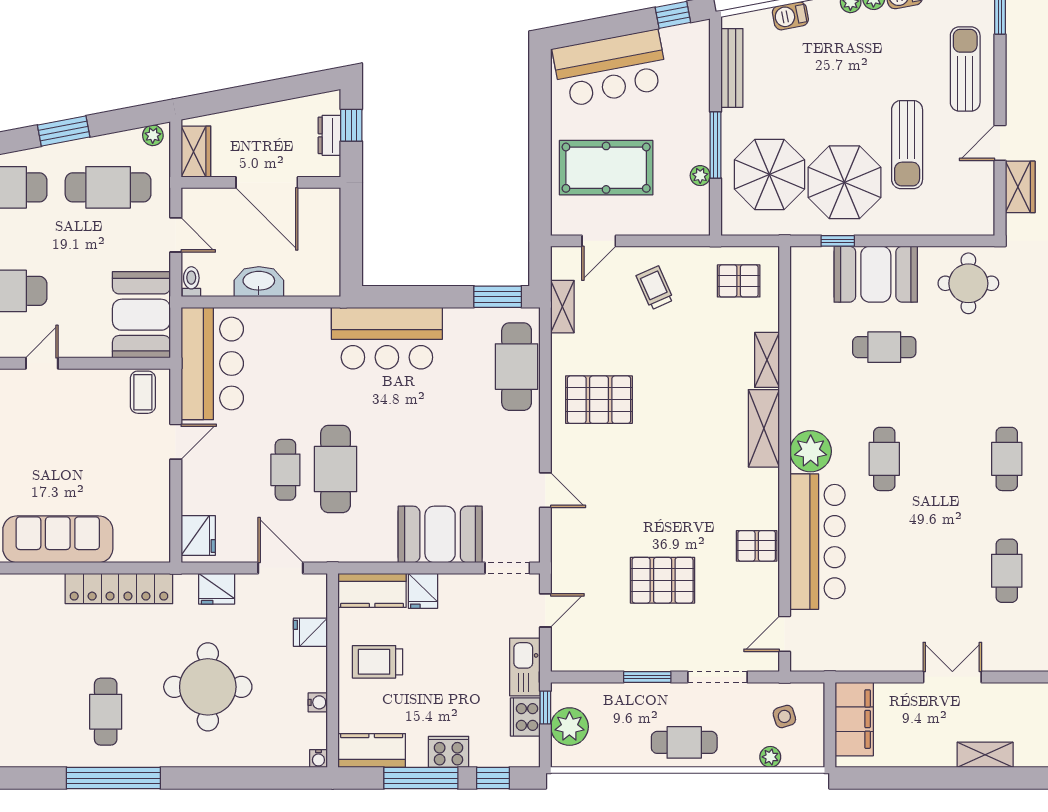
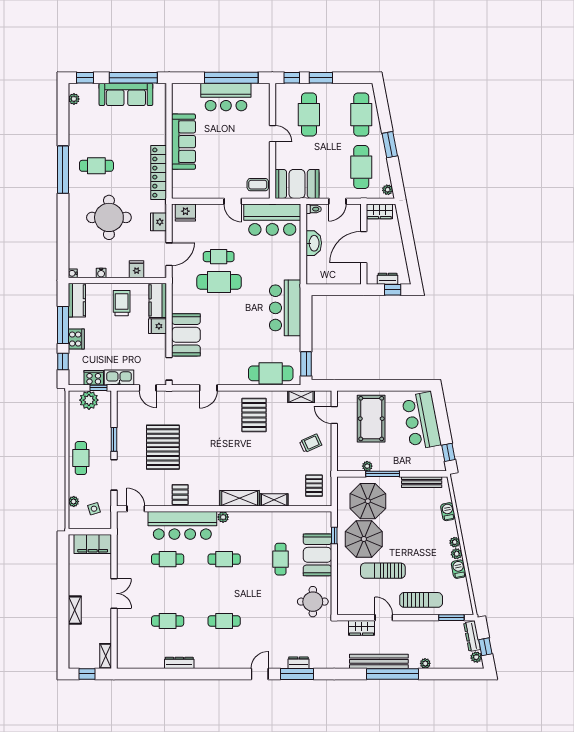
plant: (811, 451) -> (223, 517), width x0.53, depth x0.53
cafe table: (884, 571) -> (168, 559), added
pallet: (663, 580) -> (163, 447), width x1.37, depth x1.41

